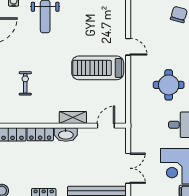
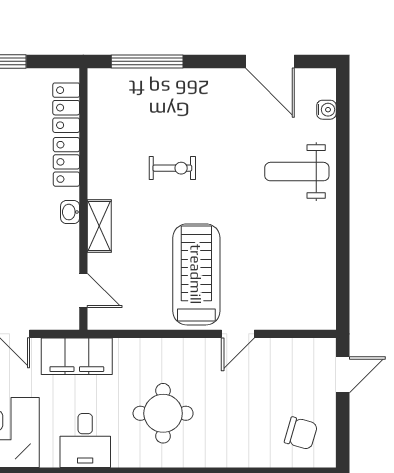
exercise bike: (25, 83) -> (172, 168), moved
filing cabinet: (140, 129) -> (77, 356), added
washbasin: (66, 135) -> (70, 212), width x0.52, depth x0.69

